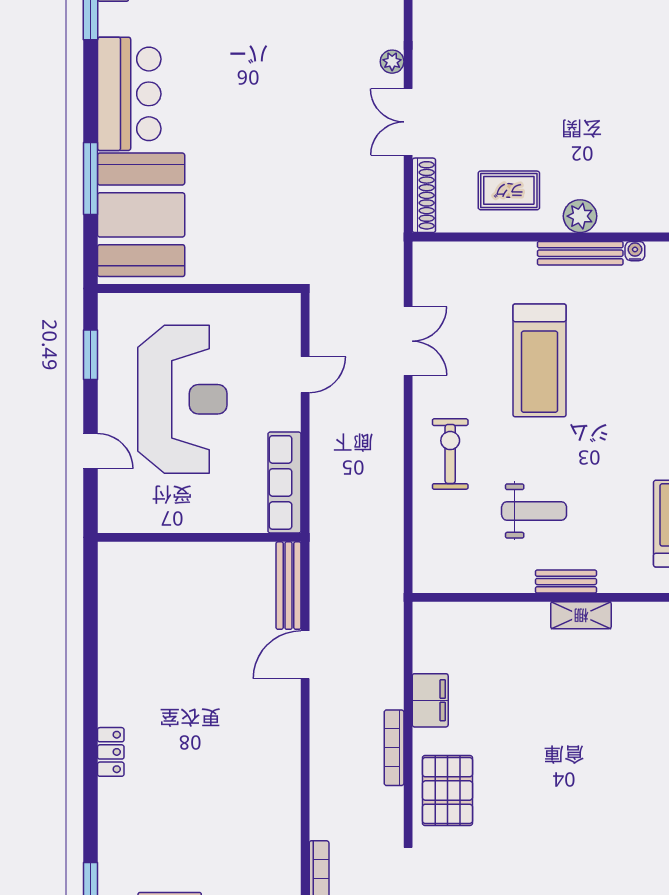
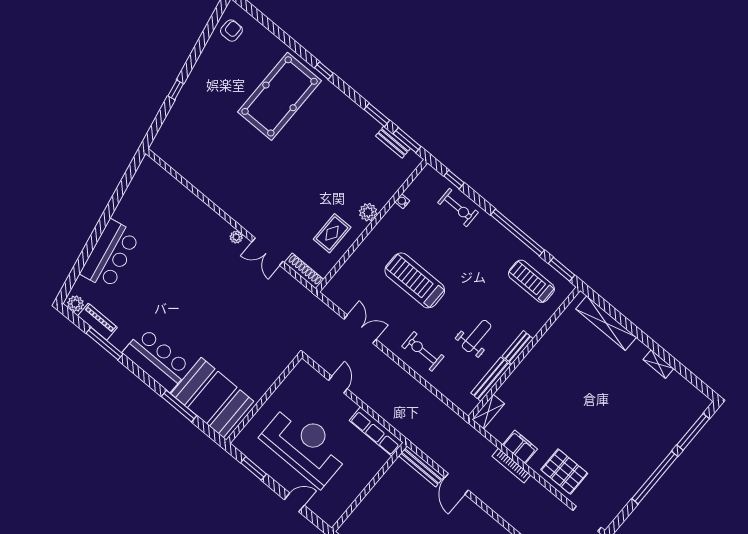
bench: (580, 253) -> (491, 379), moved
treadmill: (540, 360) -> (415, 280), turned 180
shelving: (581, 615) -> (488, 412), moved
bookcase: (394, 748) -> (511, 466), moved

